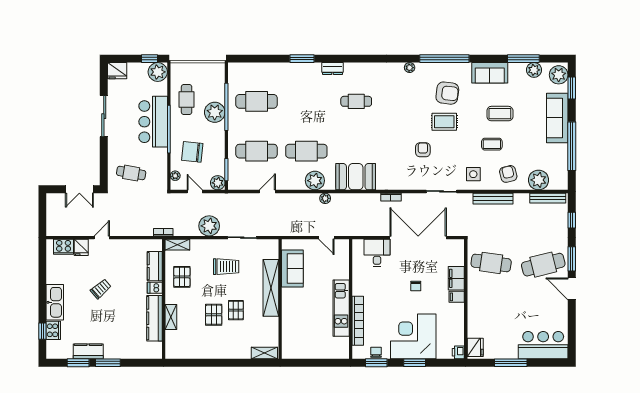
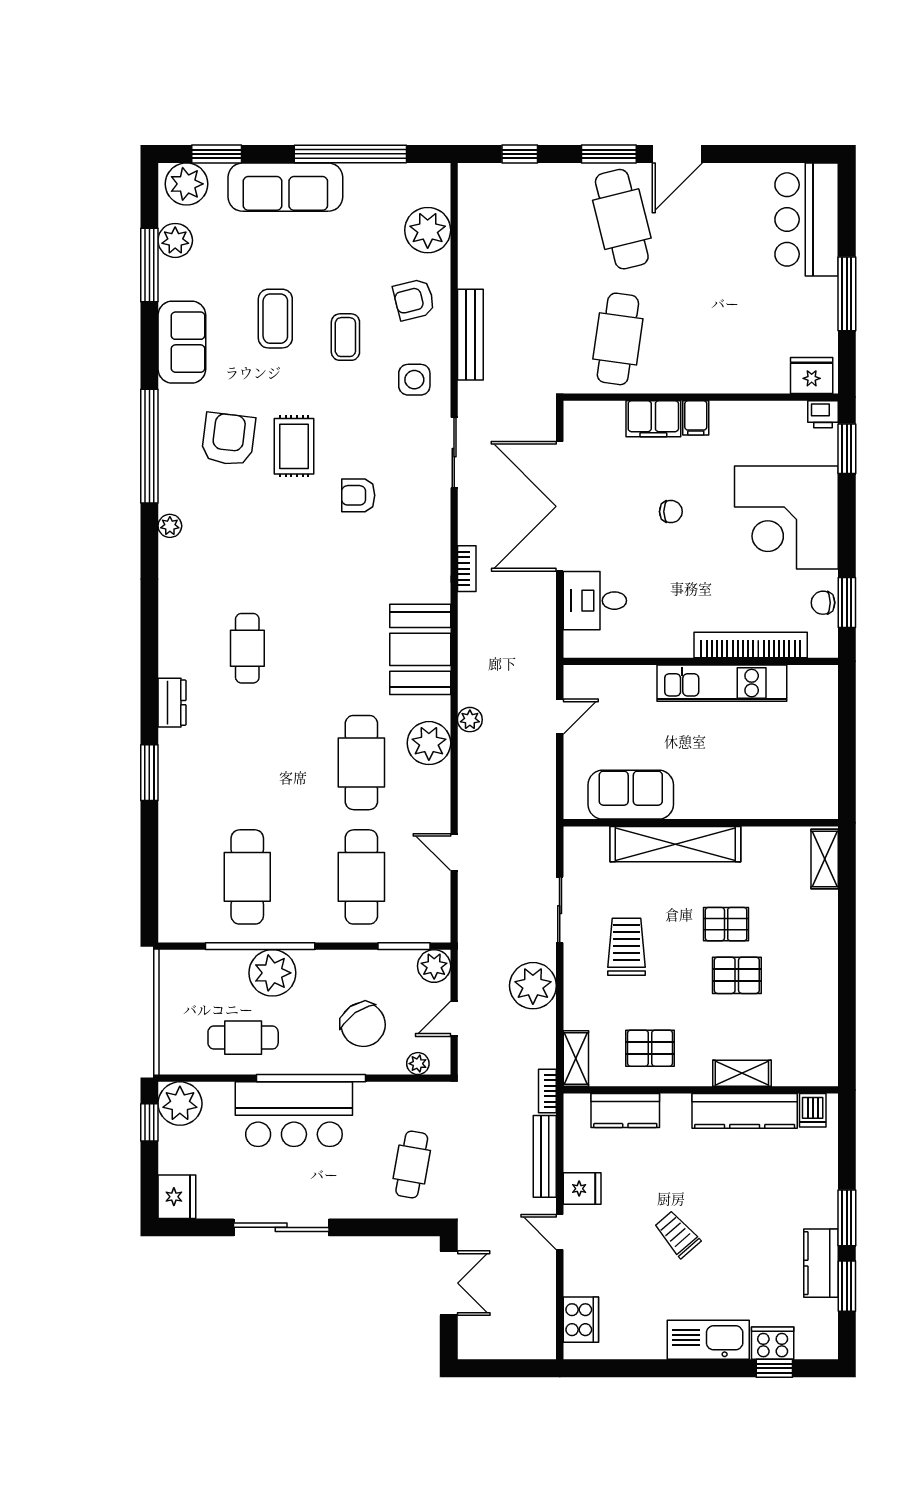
chair: (192, 152) -> (363, 1024), turned -41
bench: (548, 198) -> (545, 1156), moved
fridge: (81, 247) -> (582, 1189), moved
dishwasher: (155, 288) -> (813, 1110), moved
window: (415, 363) -> (847, 449), moved

